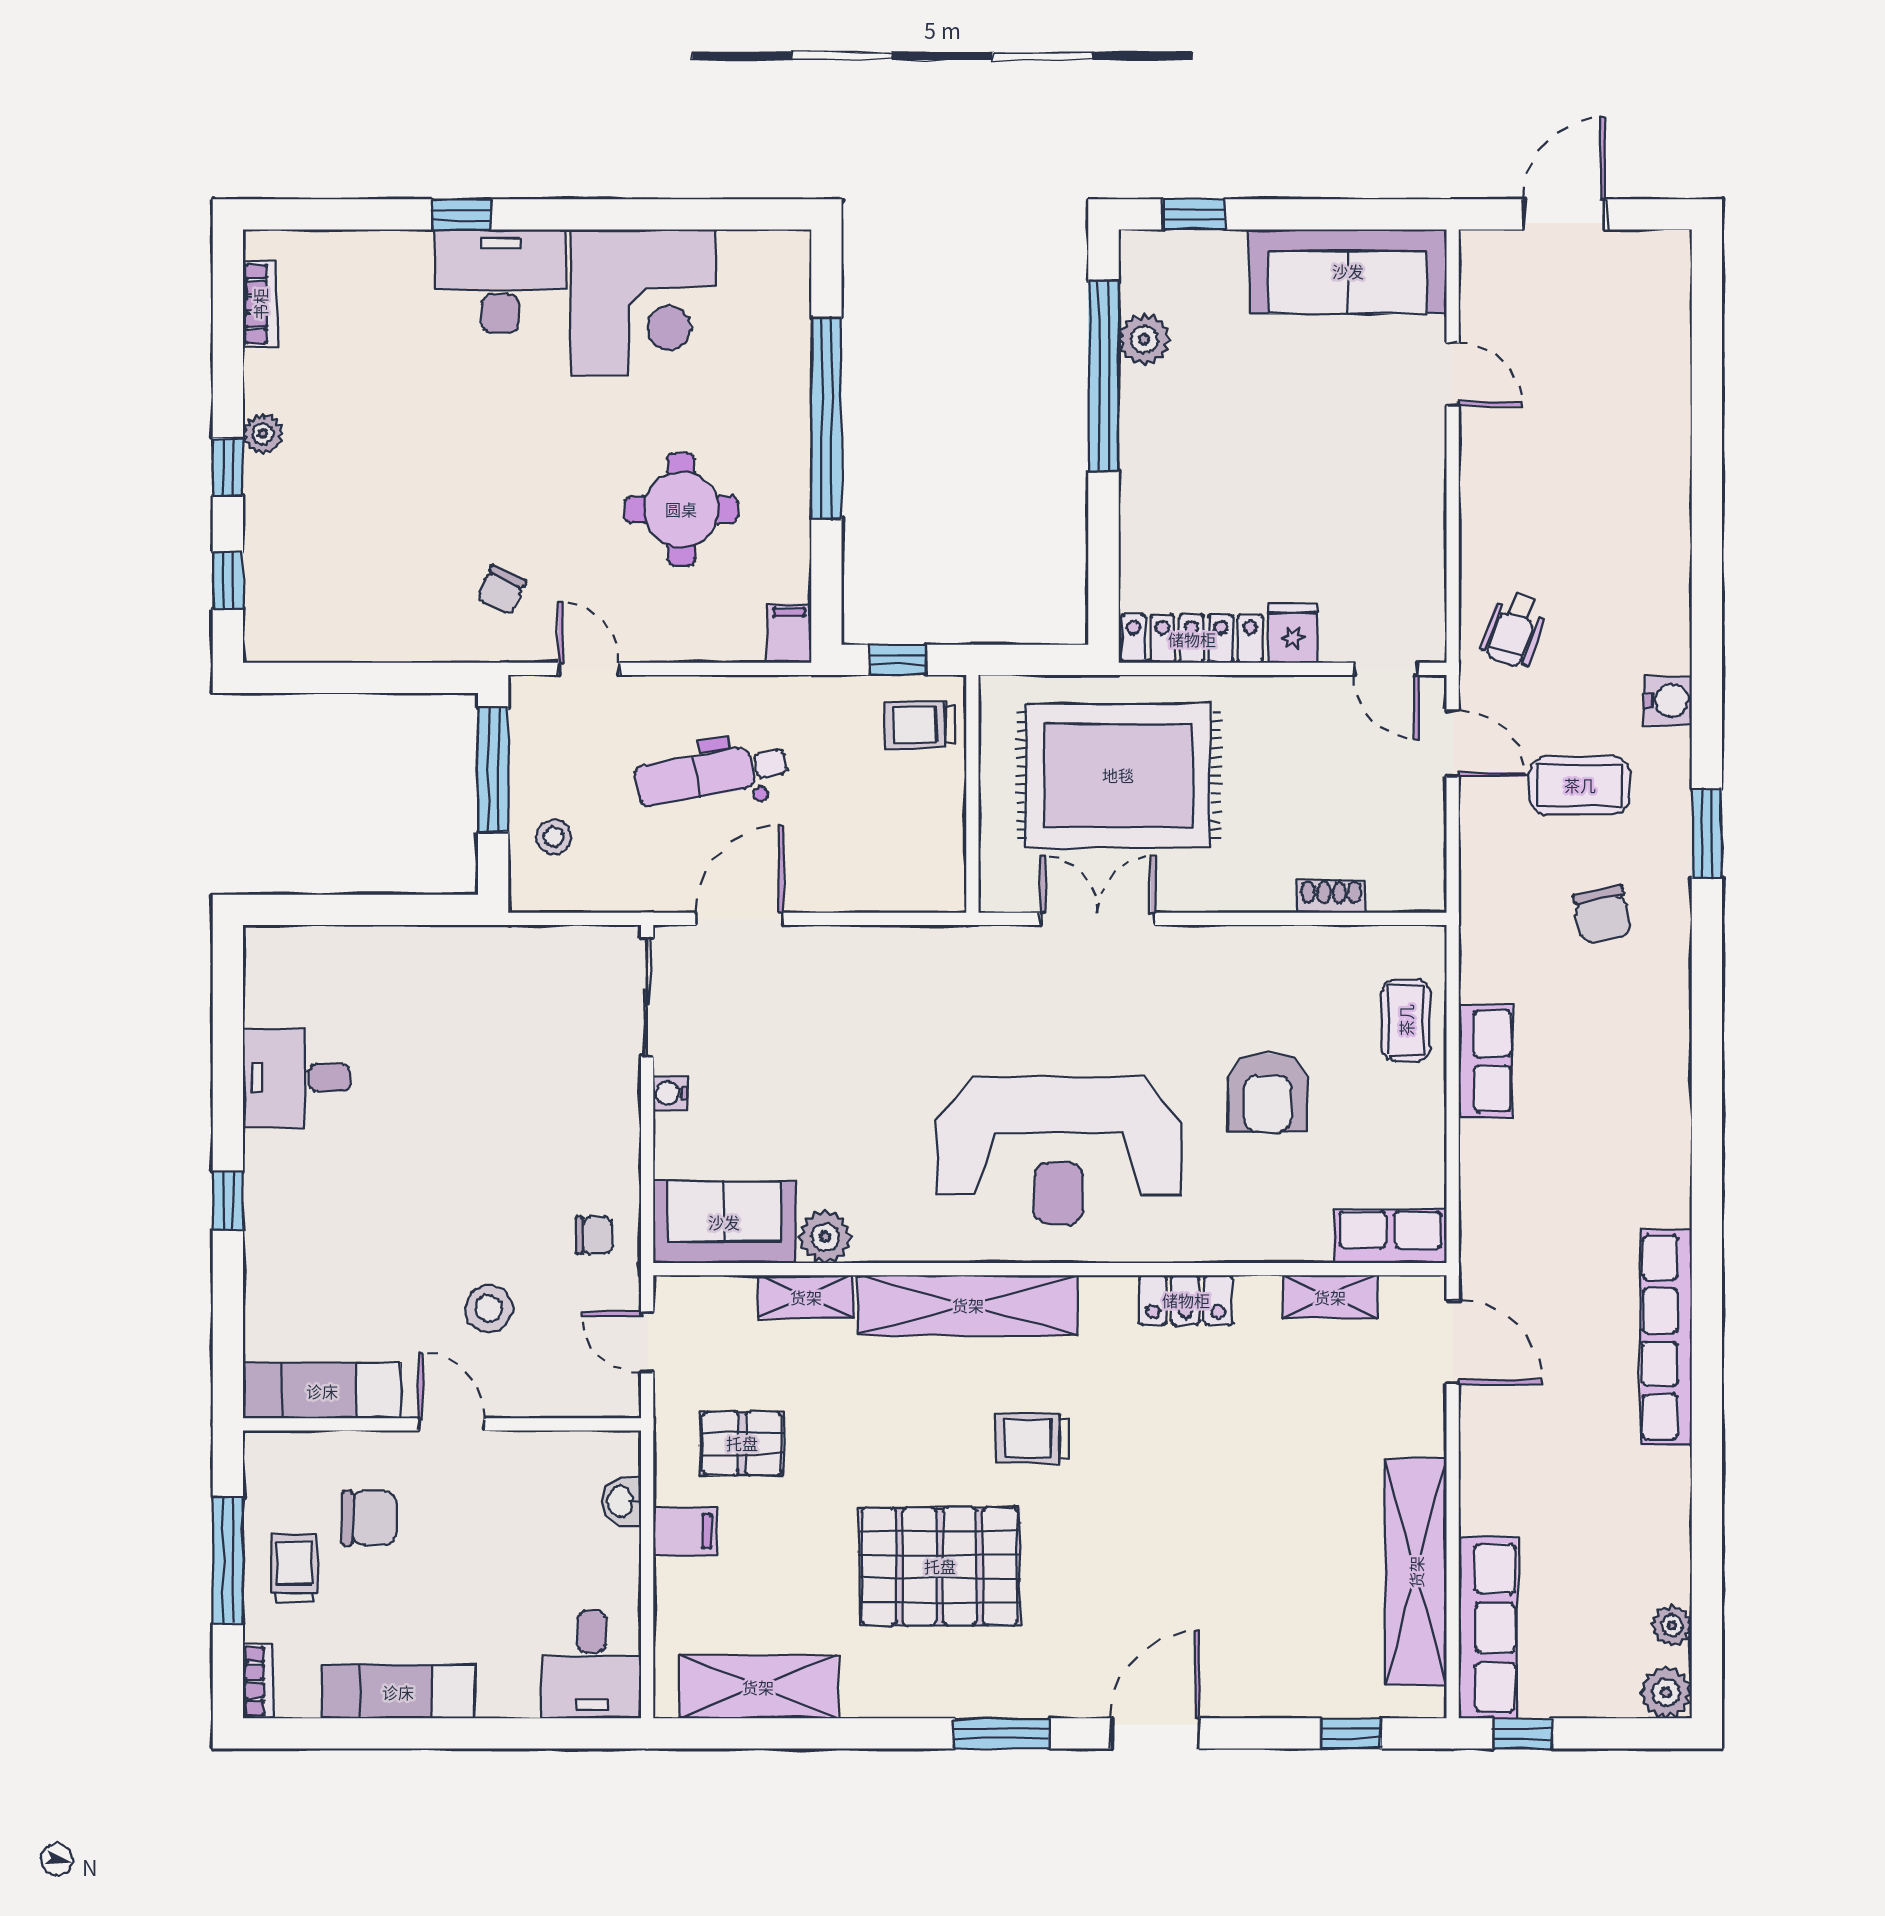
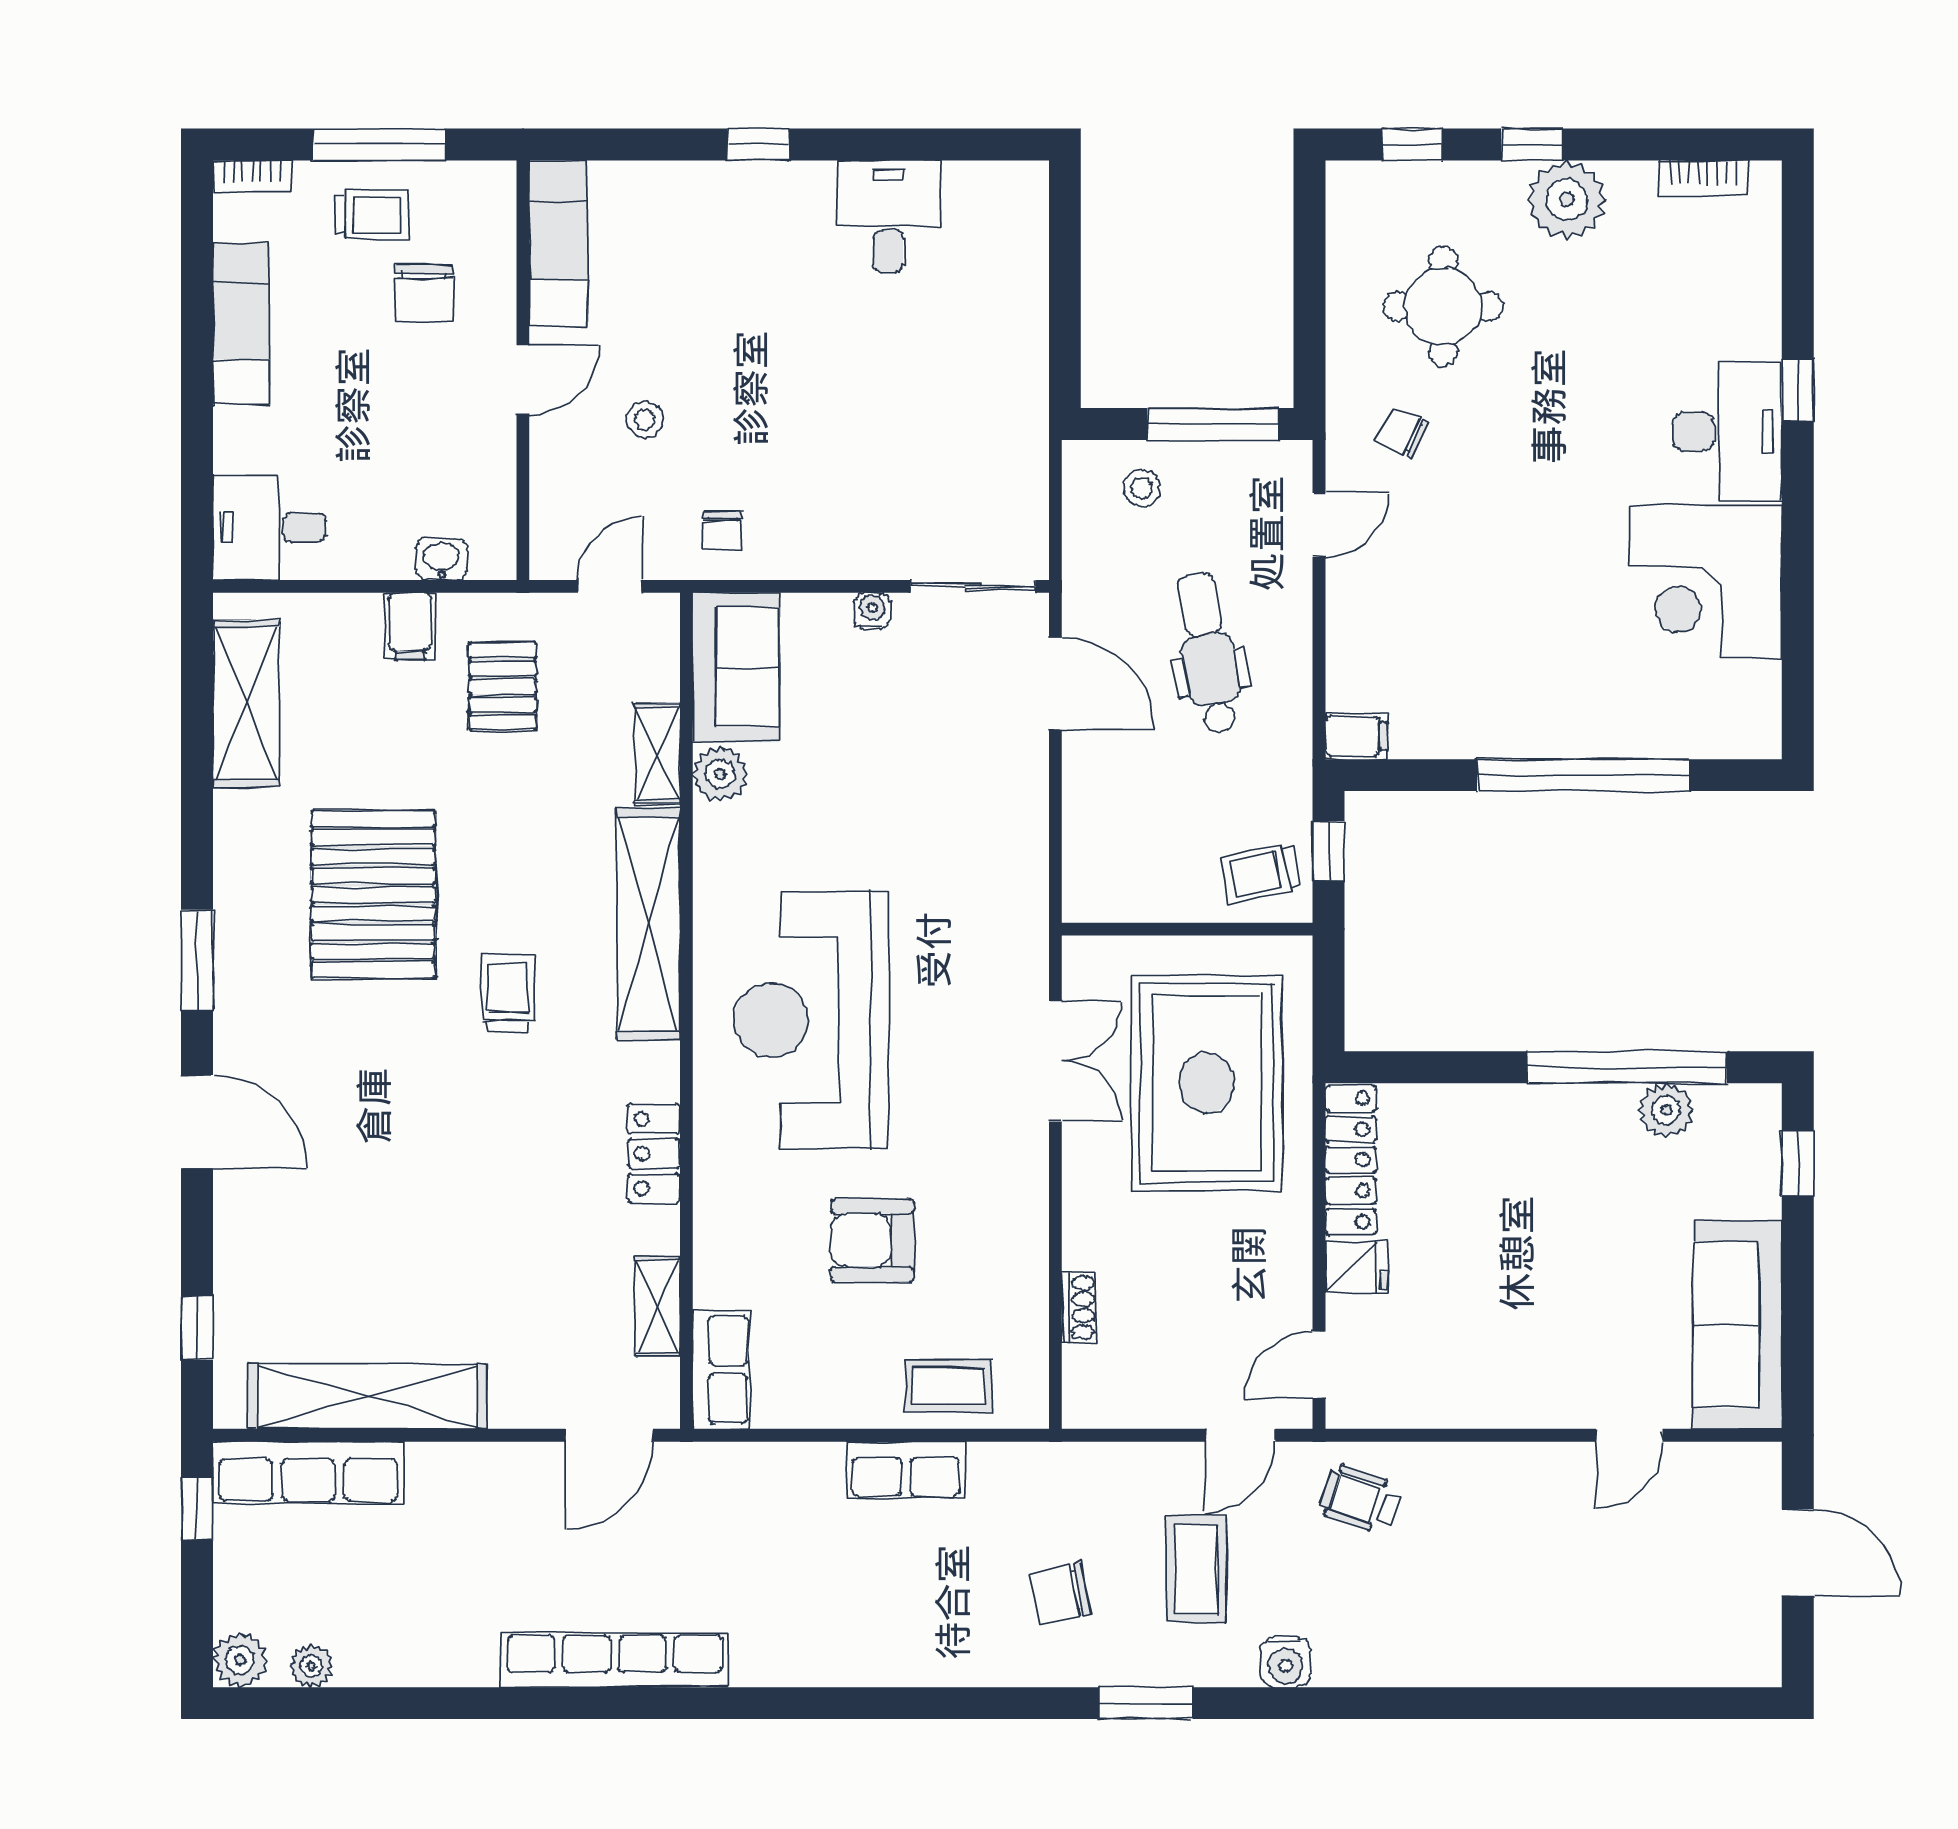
plant: (263, 434) -> (1567, 200), width x1.88, depth x1.88
round table: (681, 509) -> (1443, 307), moved
trolley: (920, 725) -> (1260, 873), turned -101
stool: (489, 1309) -> (645, 420), width x0.73, depth x0.73

